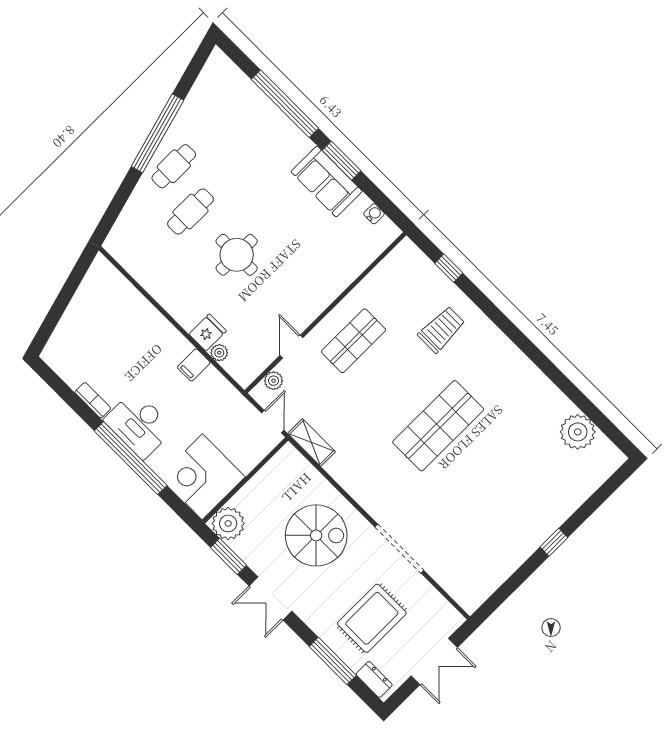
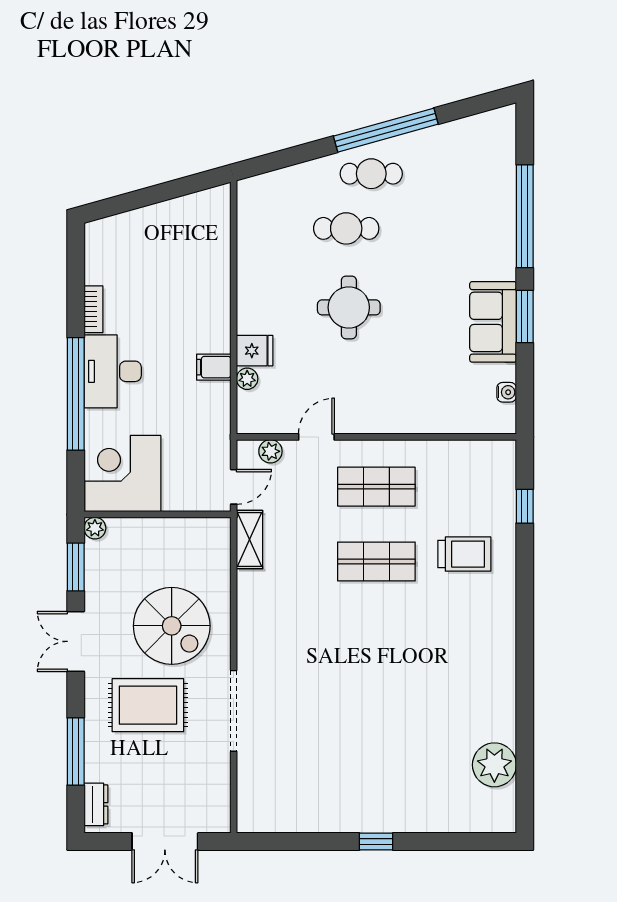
shop shelf: (438, 426) -> (376, 562), moved, width x0.70, depth x0.74
plant: (228, 523) -> (95, 528), width x0.53, depth x0.53
rug: (372, 618) -> (148, 705), moved

